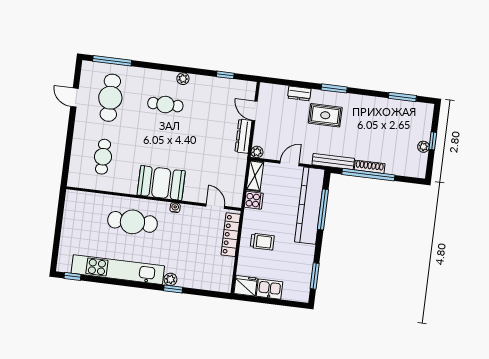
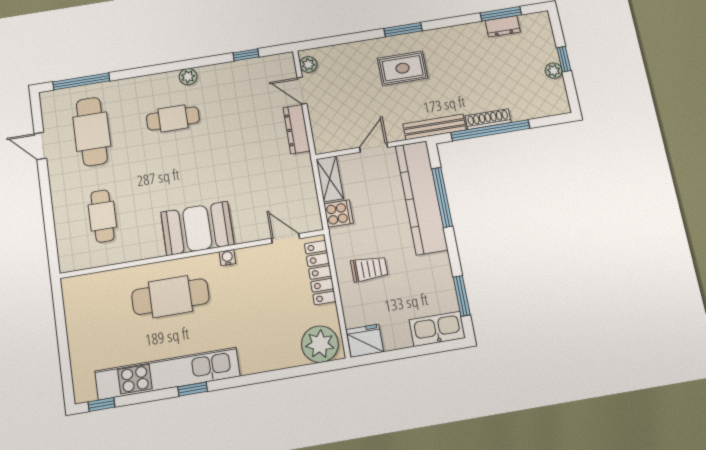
dresser: (299, 93) -> (503, 26), moved
plant: (257, 152) -> (308, 64), moved
plant: (170, 279) -> (320, 344), moved, width x1.88, depth x1.88
window: (173, 289) -> (193, 389), moved
kitchen sink: (270, 289) -> (437, 329), moved, width x1.38

